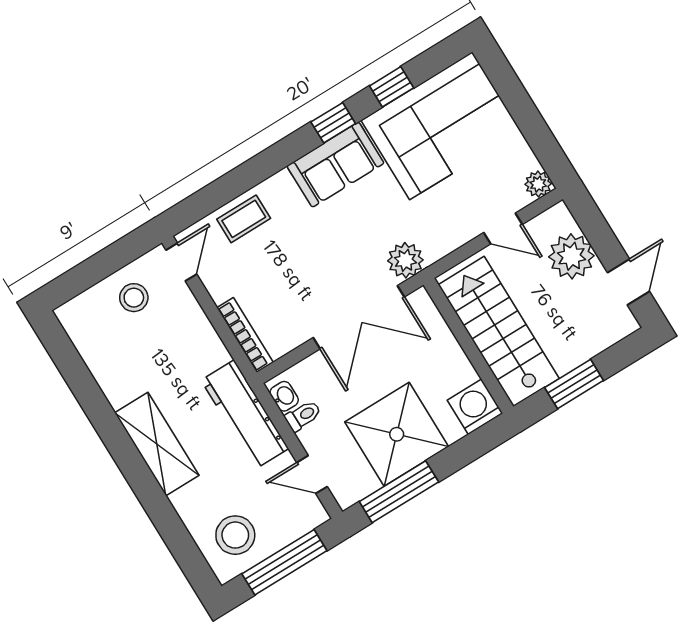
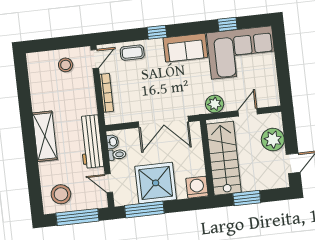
window: (333, 123) -> (157, 32), moved
plant: (538, 184) -> (273, 100), removed
door: (503, 228) -> (248, 112), swing flipped
plant: (405, 260) -> (215, 104), moved
bookcase: (245, 335) -> (107, 93), moved

